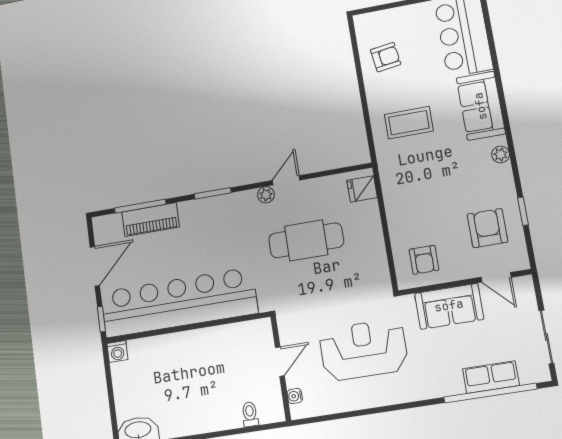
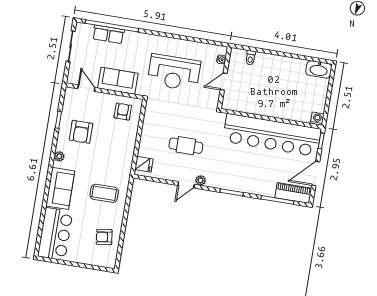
piano: (151, 219) -> (293, 193), moved
armchair: (487, 228) -> (81, 132), moved
cafe table: (306, 240) -> (186, 146), width x0.73, depth x0.74

